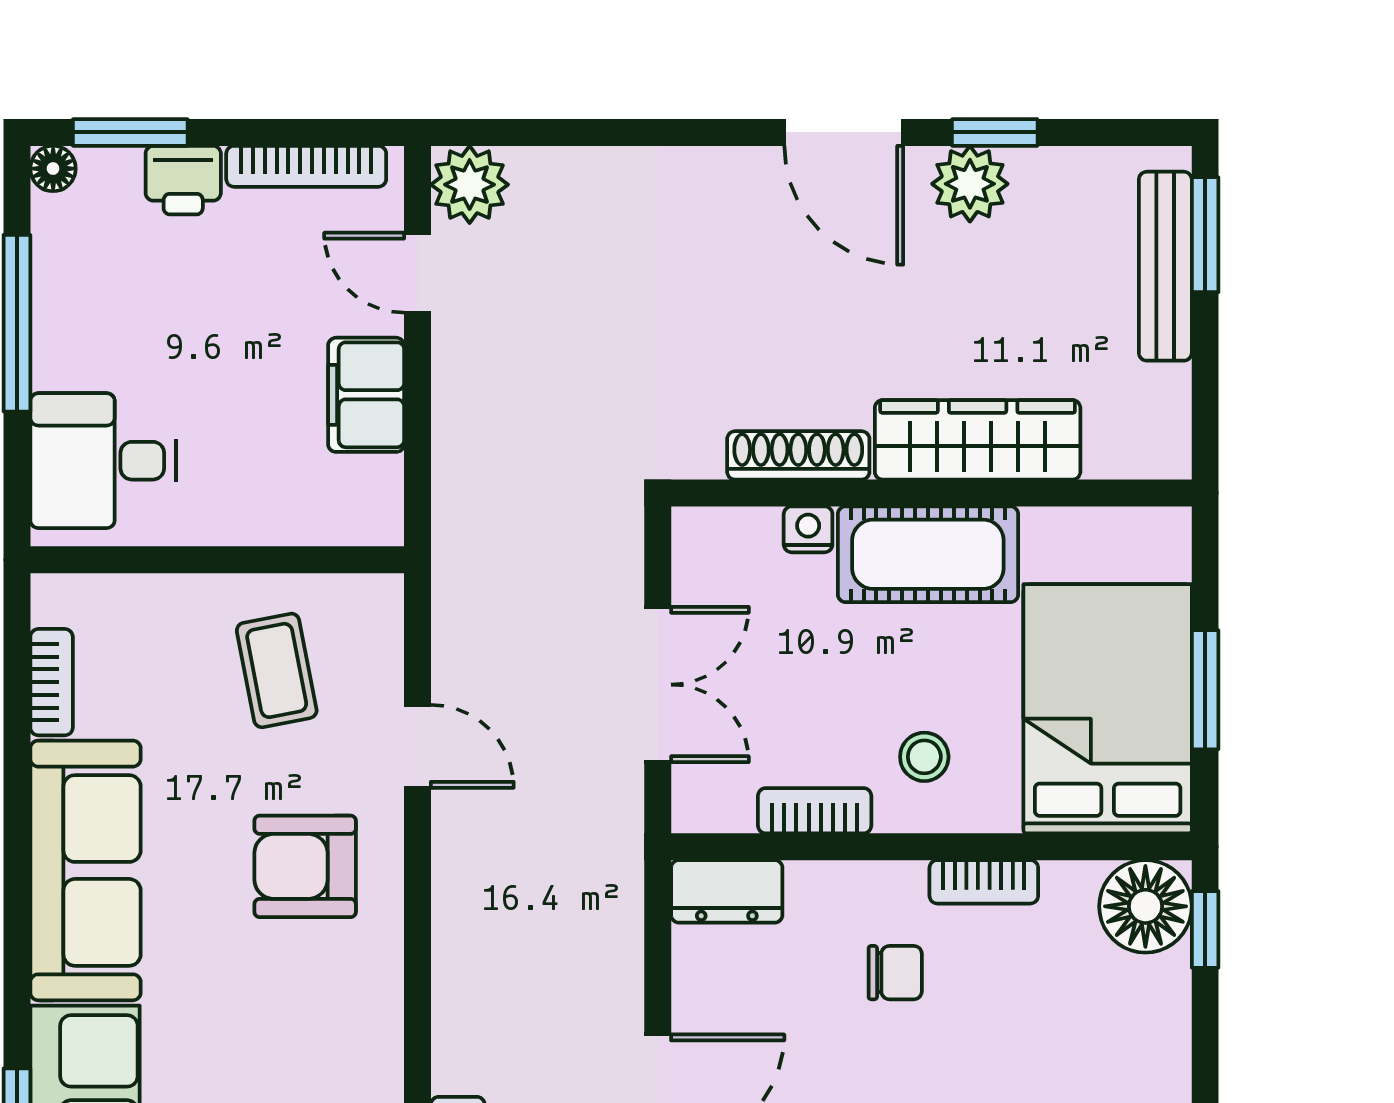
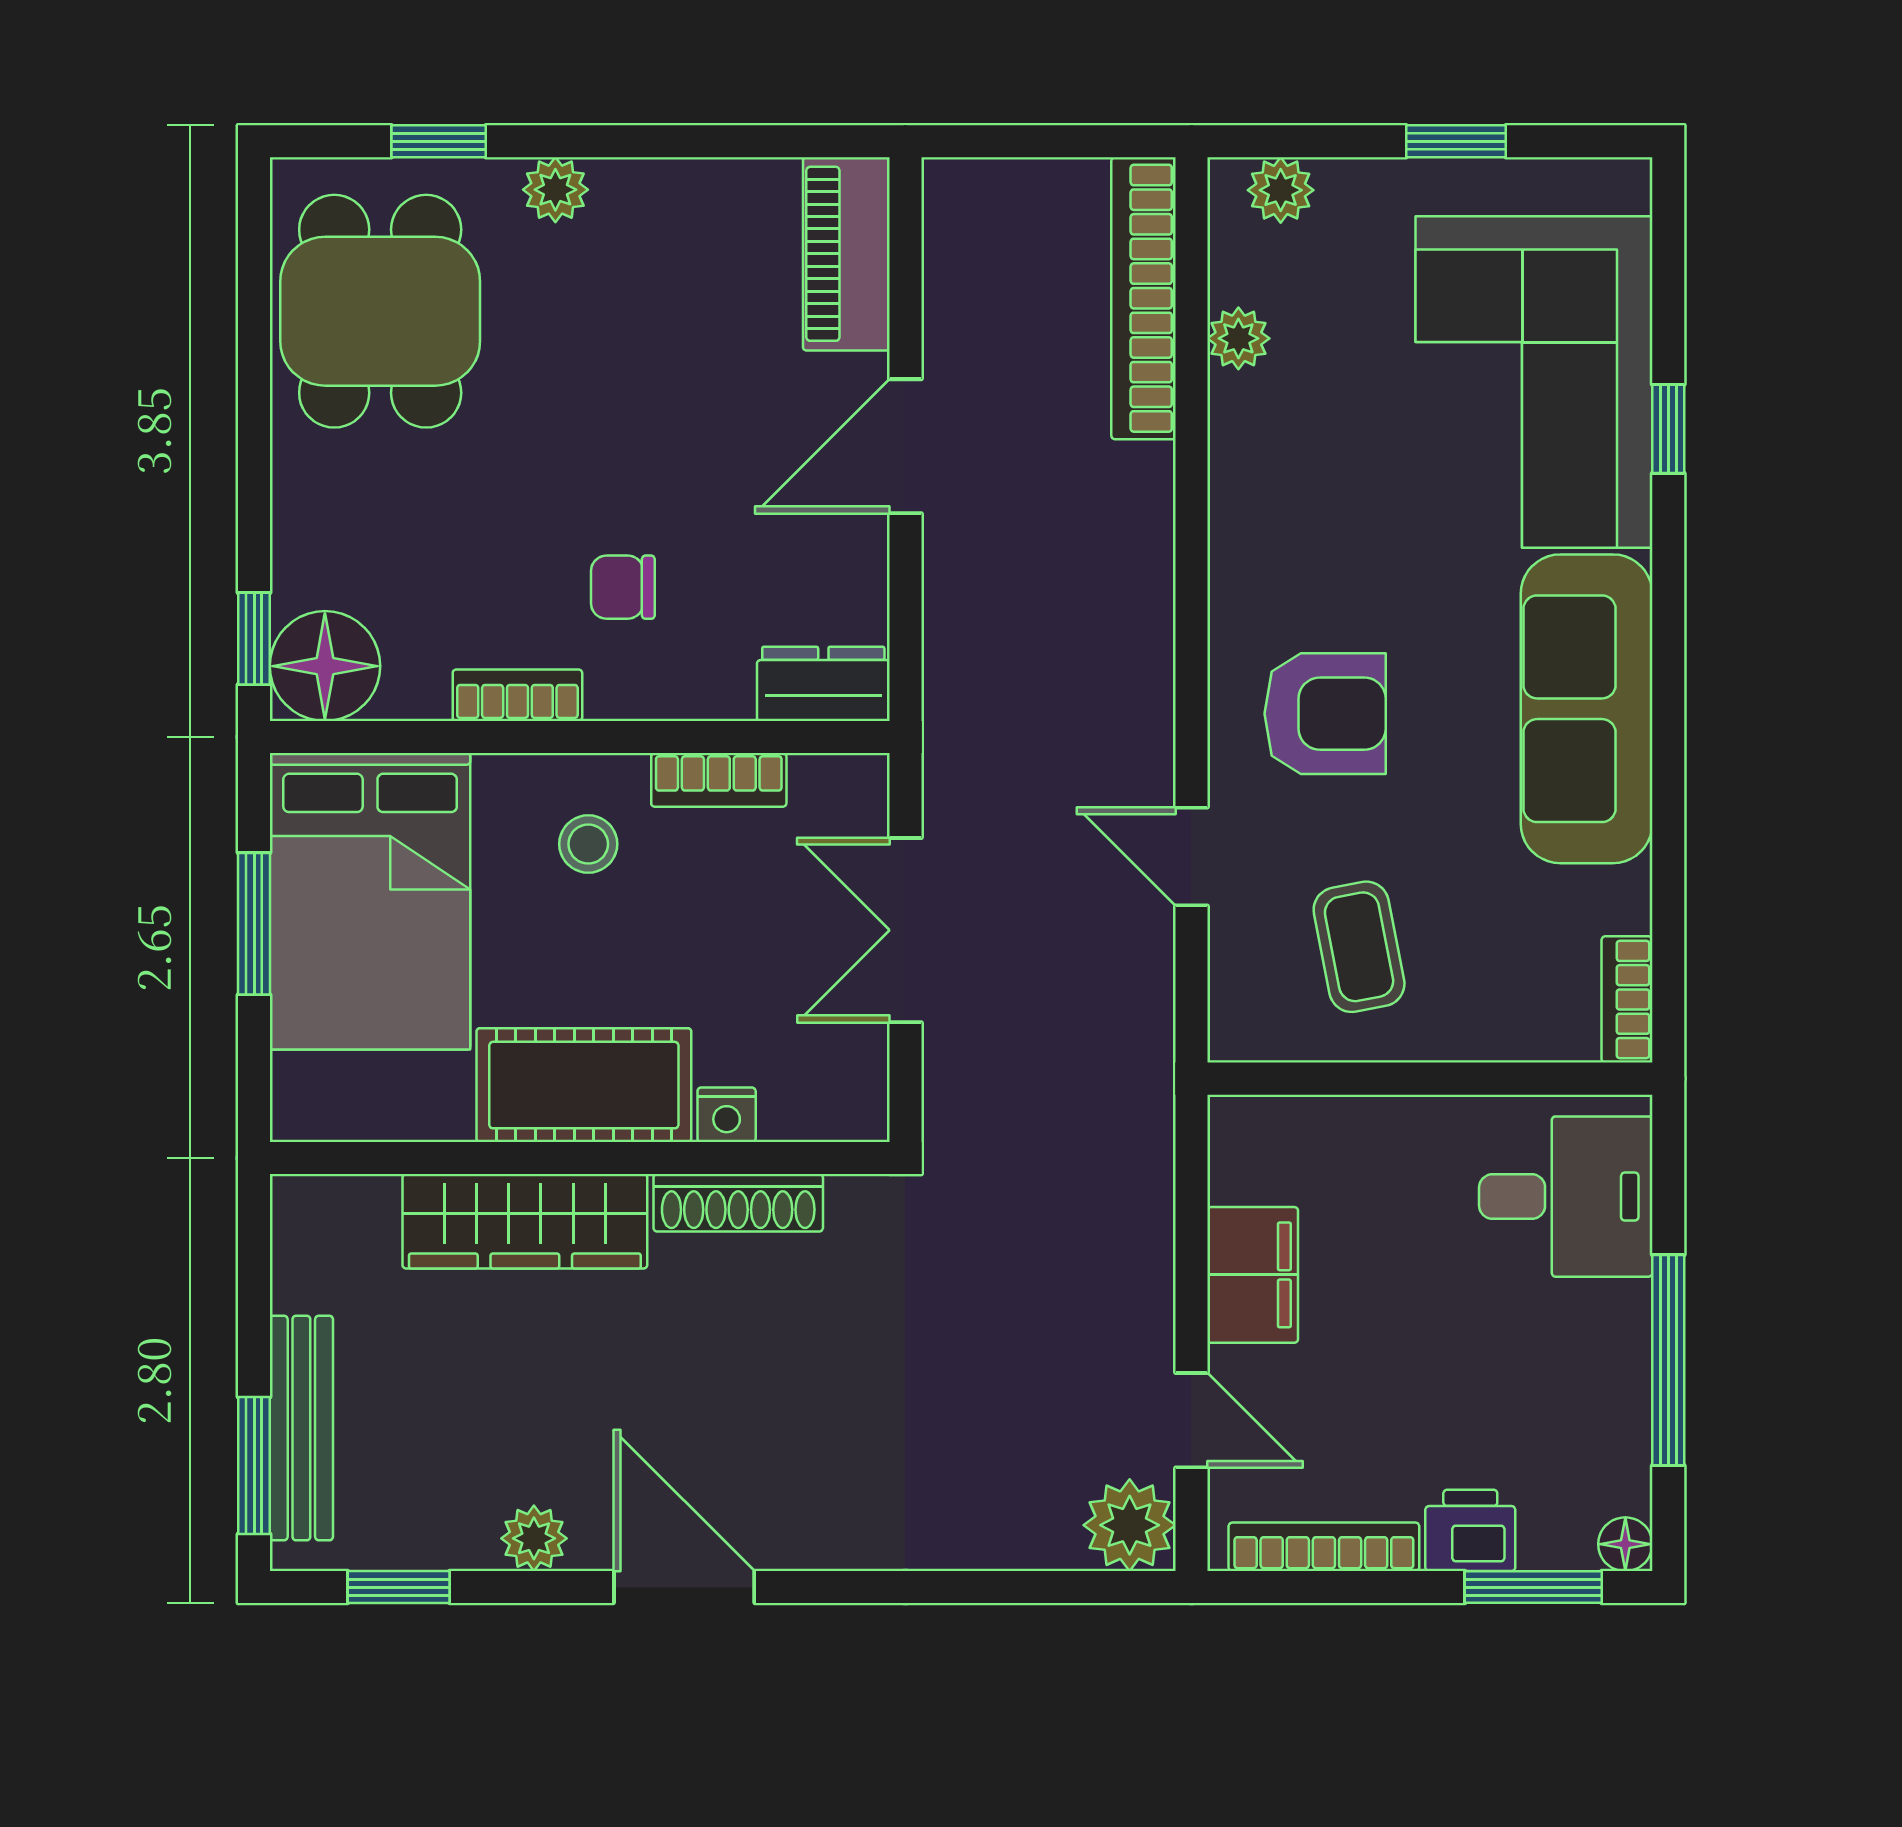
window: (995, 132) -> (399, 1587), moved
plant: (970, 184) -> (534, 1538), width x0.73, depth x0.73
bookcase: (52, 682) -> (1627, 999), moved

